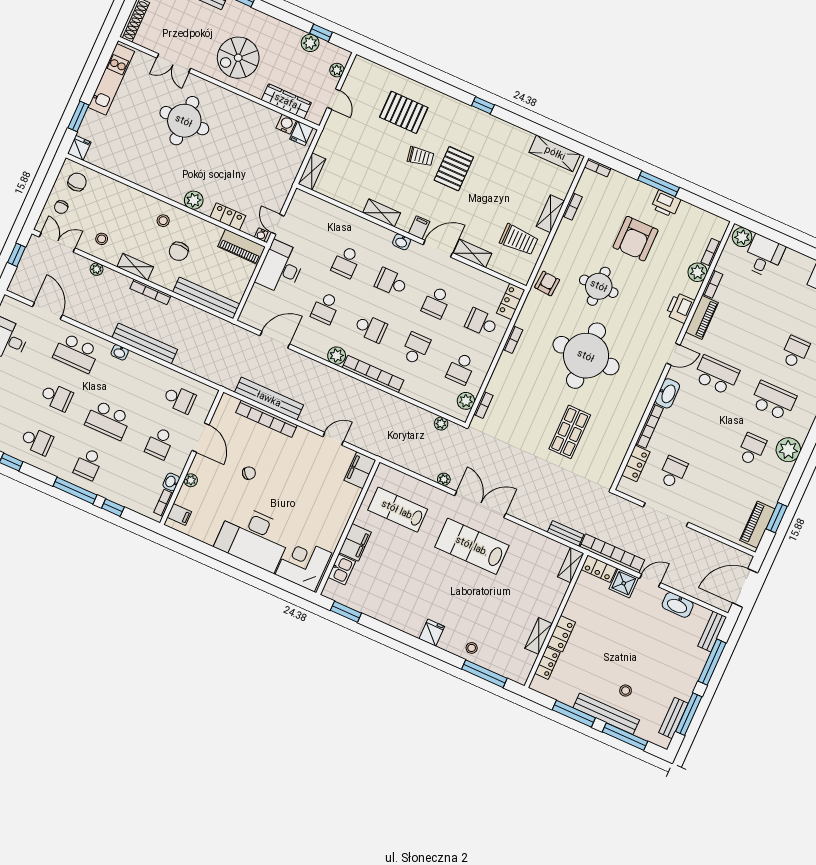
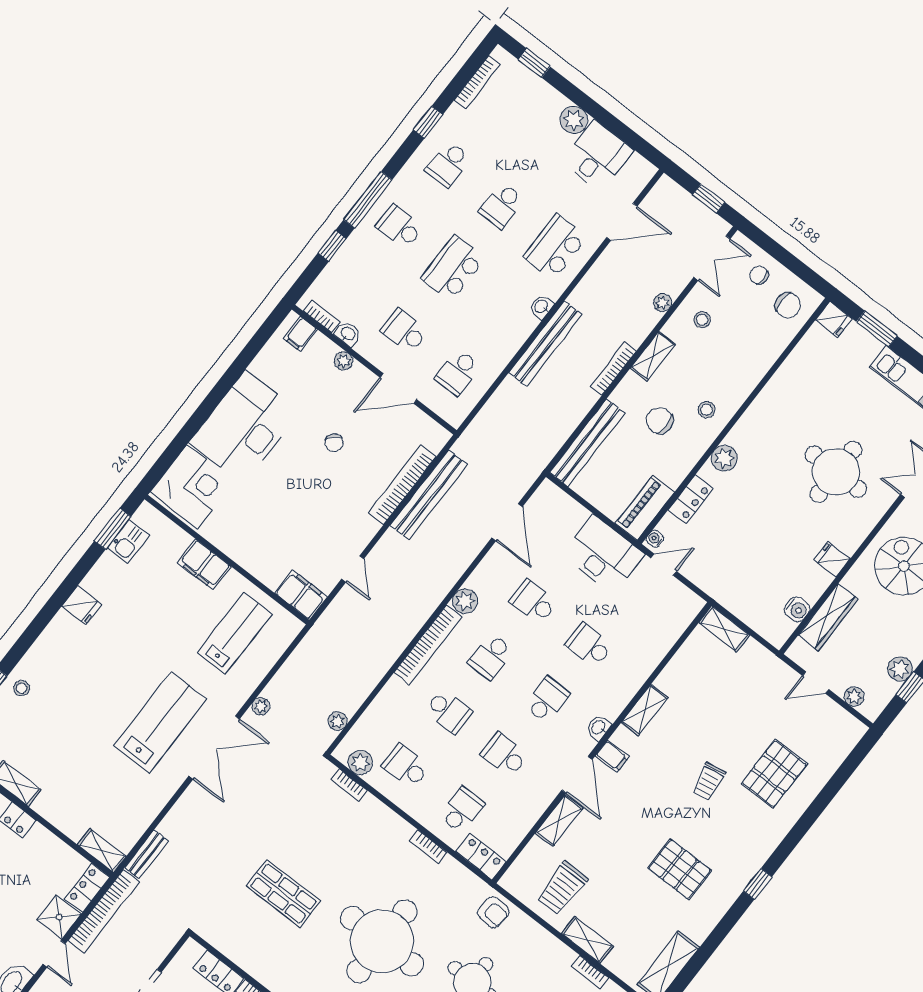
fridge: (301, 133) -> (832, 560), moved
pallet: (454, 169) -> (680, 869), moved
kitchen sink: (342, 569) -> (128, 541), moved, turned -90
fridge: (432, 633) -> (82, 605), moved

